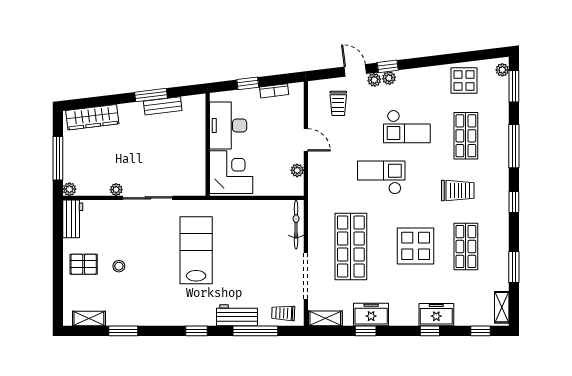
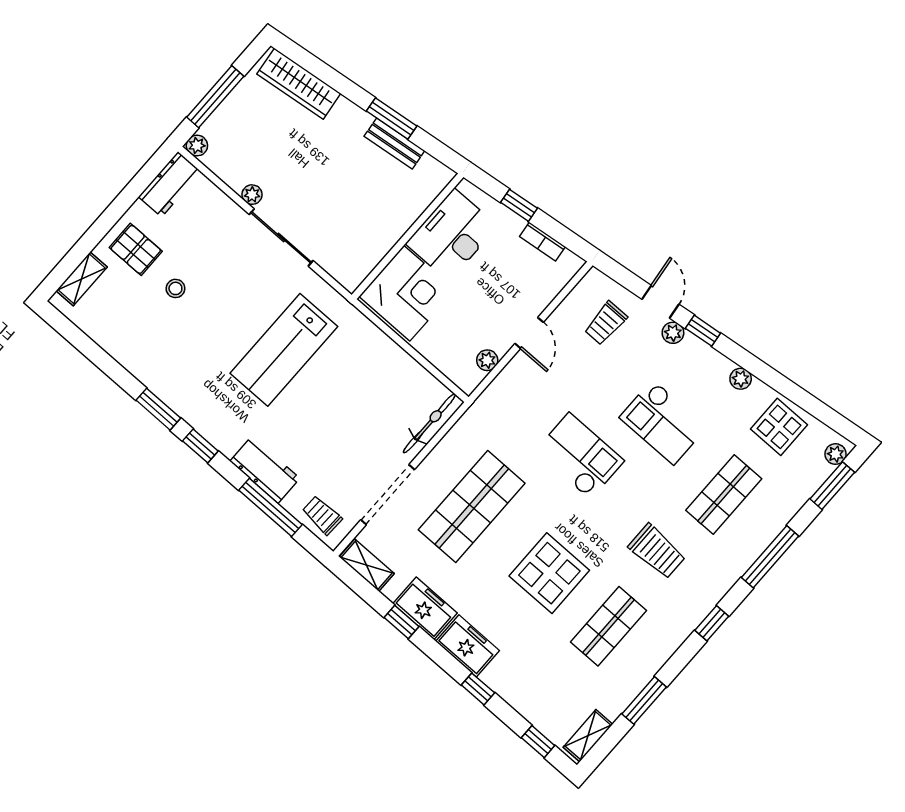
plant: (389, 78) -> (741, 379), moved
lab bench: (196, 250) -> (284, 350), turned 180
freezer: (436, 315) -> (468, 646), moved
shelving: (89, 318) -> (82, 279), moved, turned 90
window: (123, 331) -> (158, 409), moved

